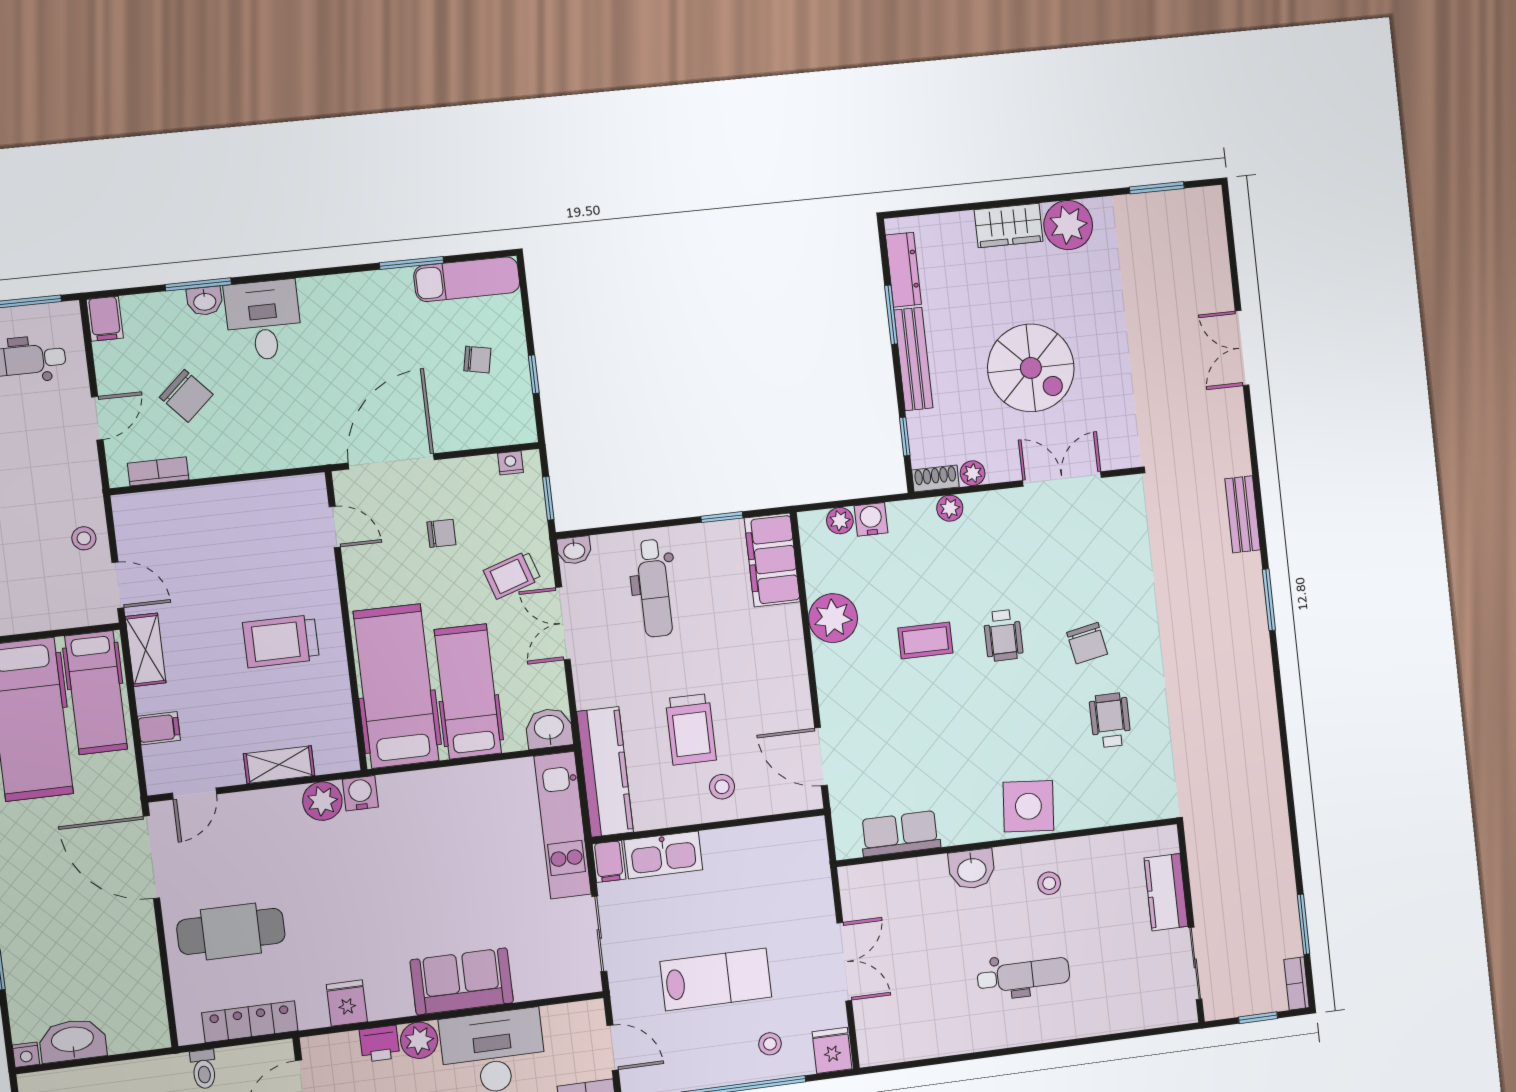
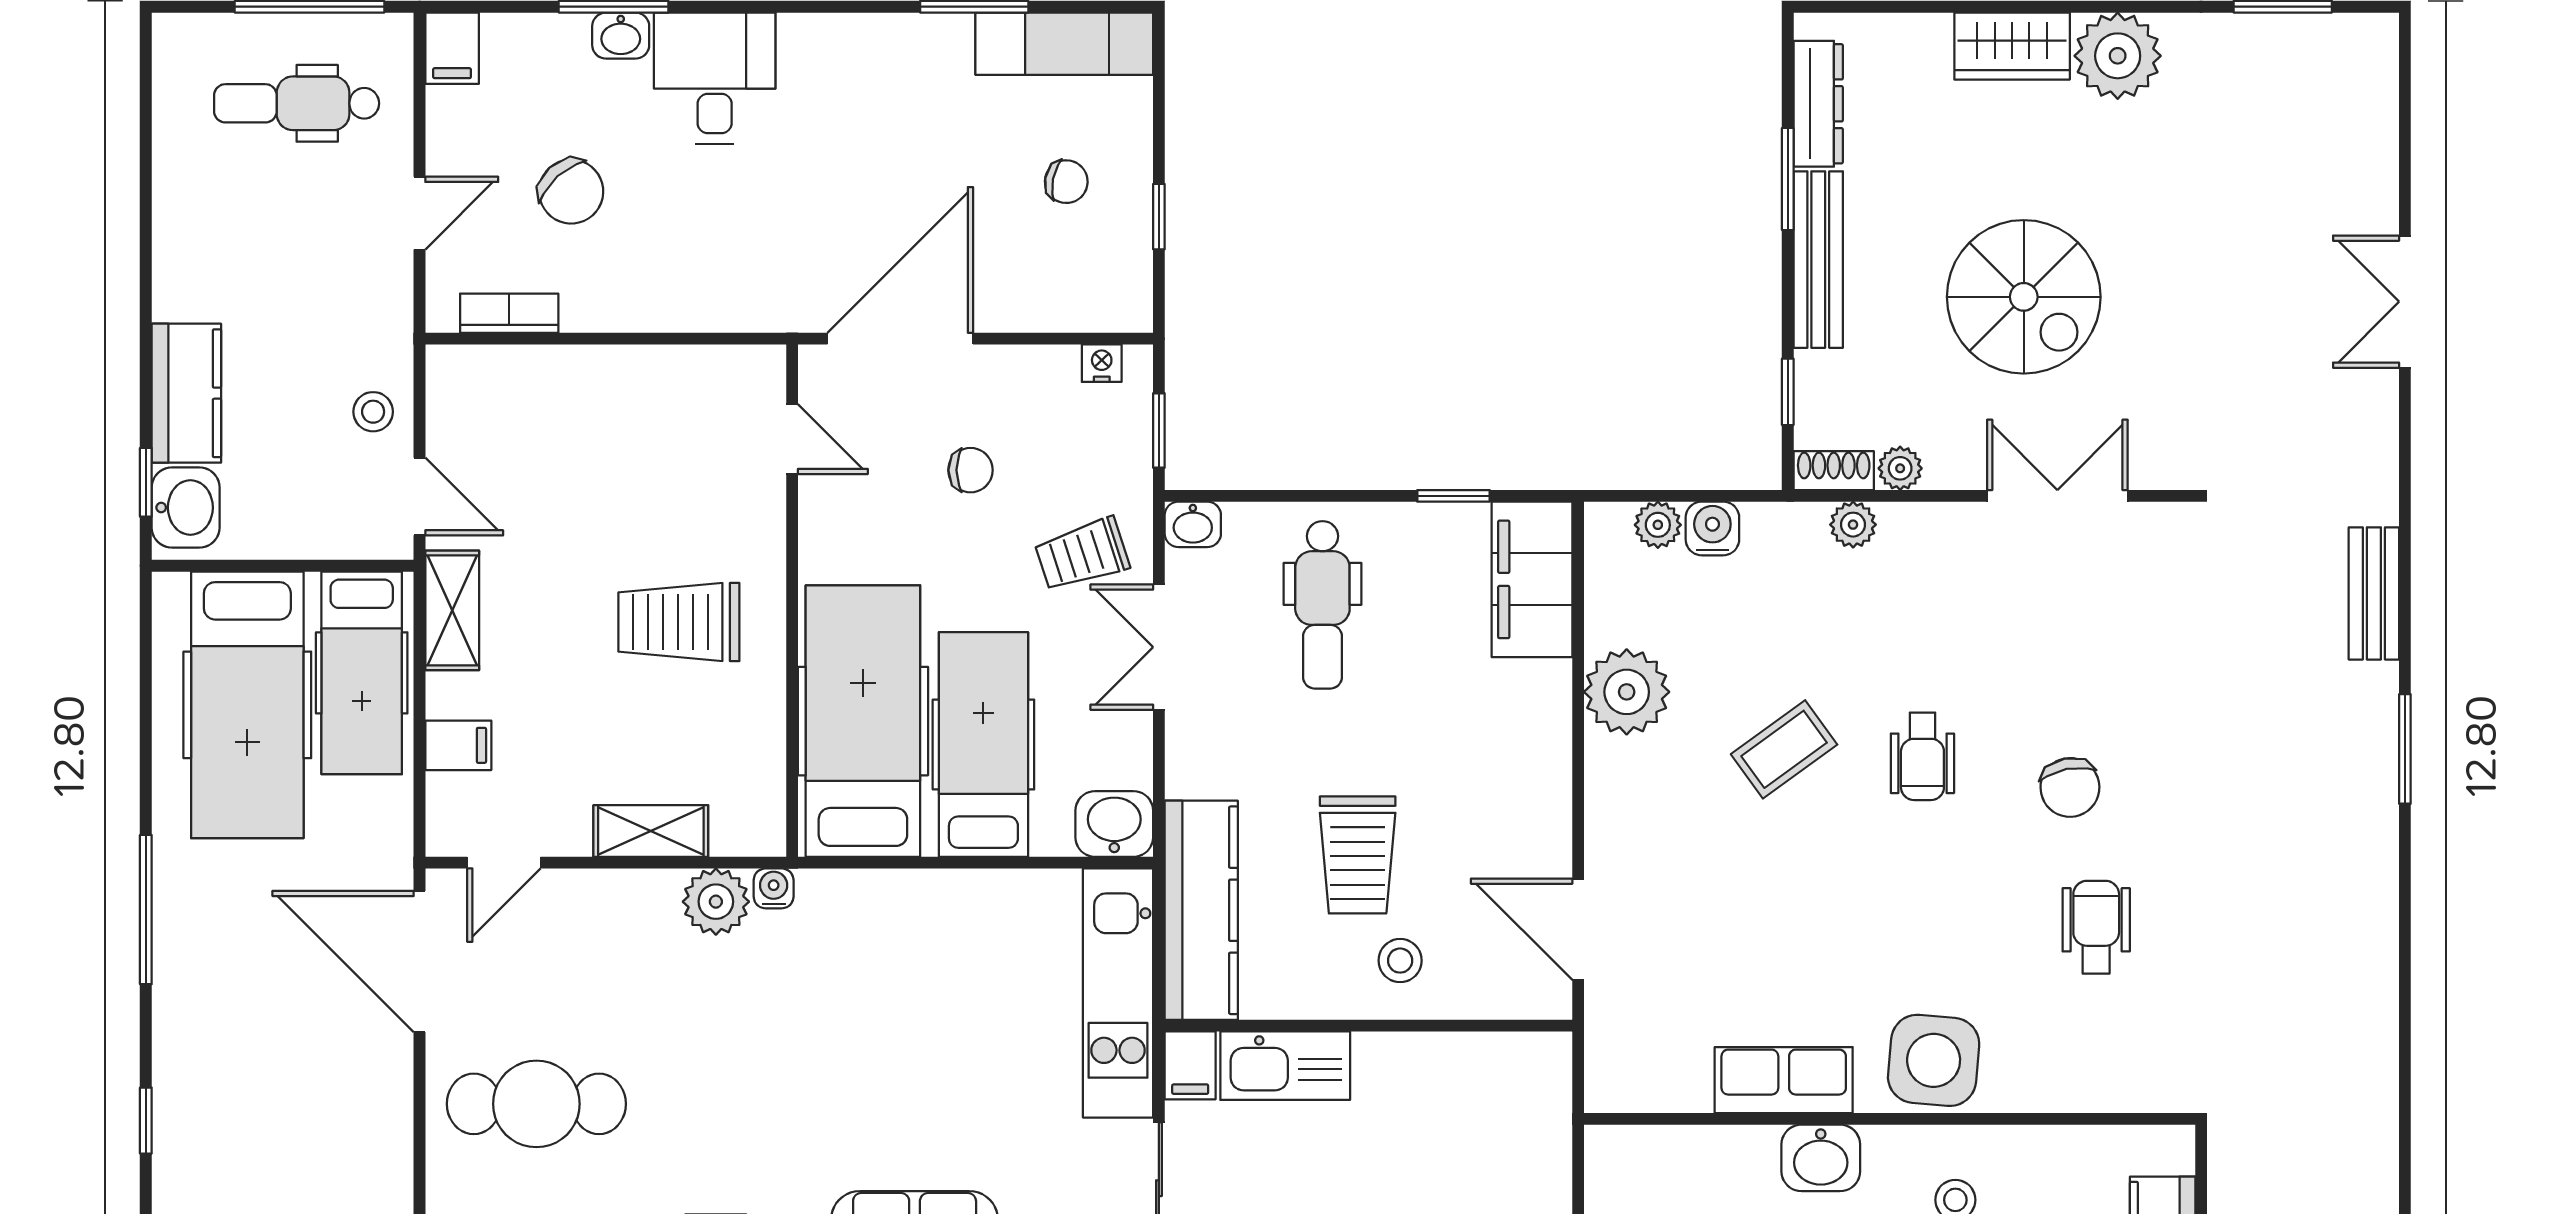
coffee table: (925, 640) -> (1784, 749), turned -36
water cooler: (360, 793) -> (774, 888), width x0.72, depth x0.72
row of seats: (900, 834) -> (1784, 1080), moved

